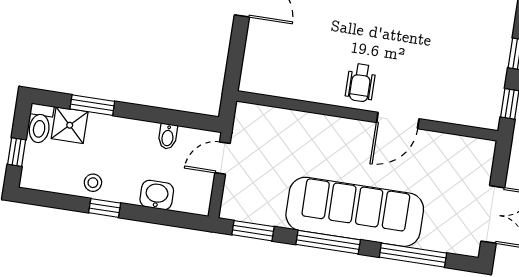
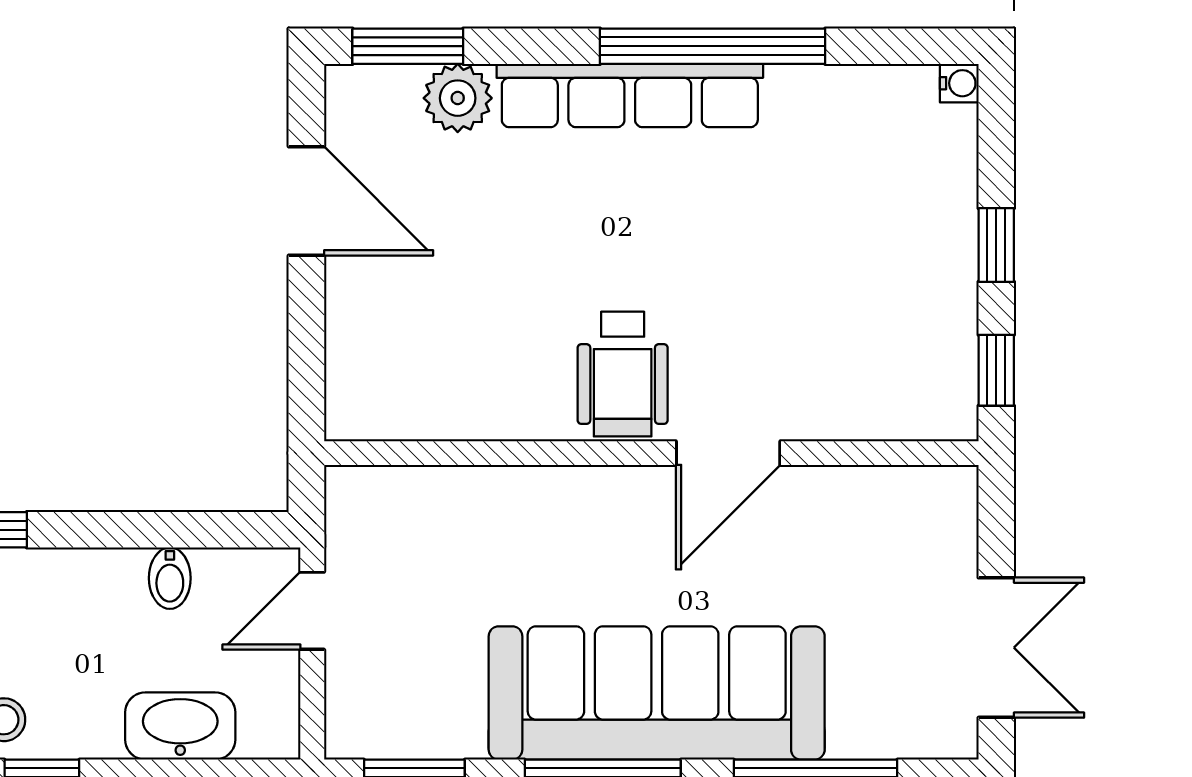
wheelchair: (361, 83) -> (623, 374), width x1.36, depth x1.37
washbasin: (157, 195) -> (180, 726), width x1.38

